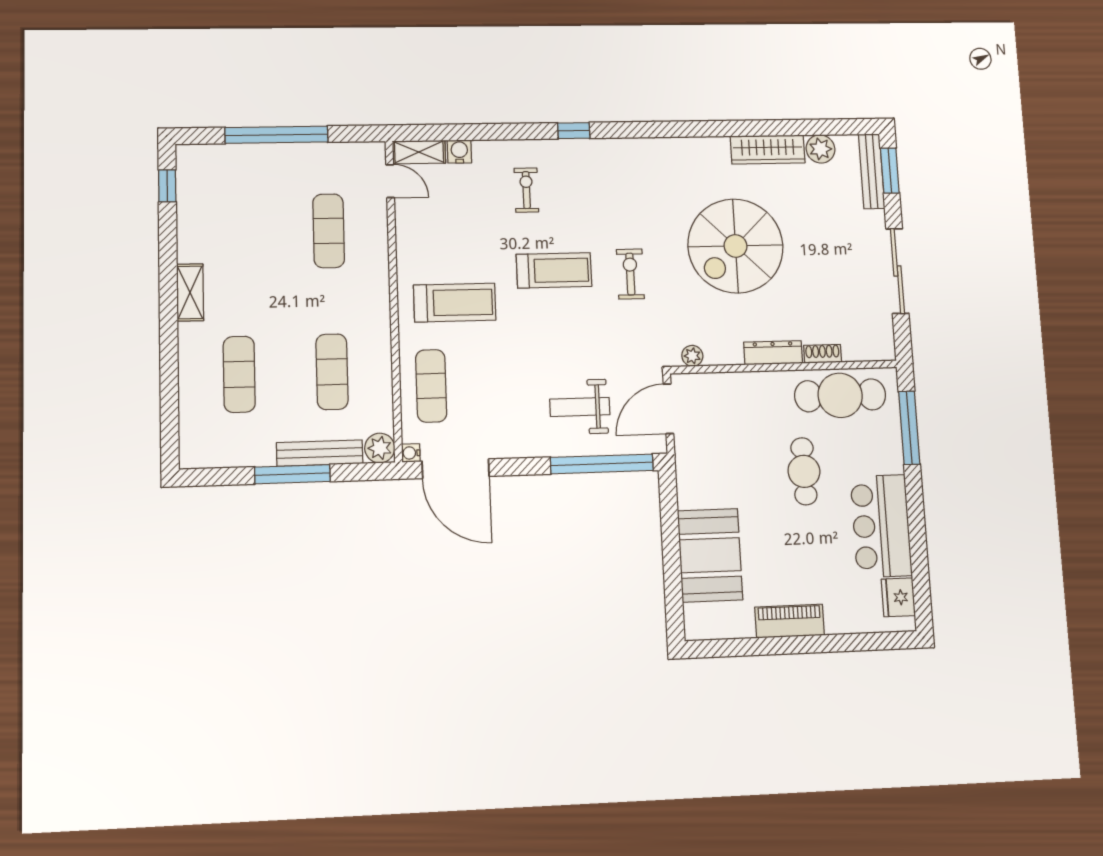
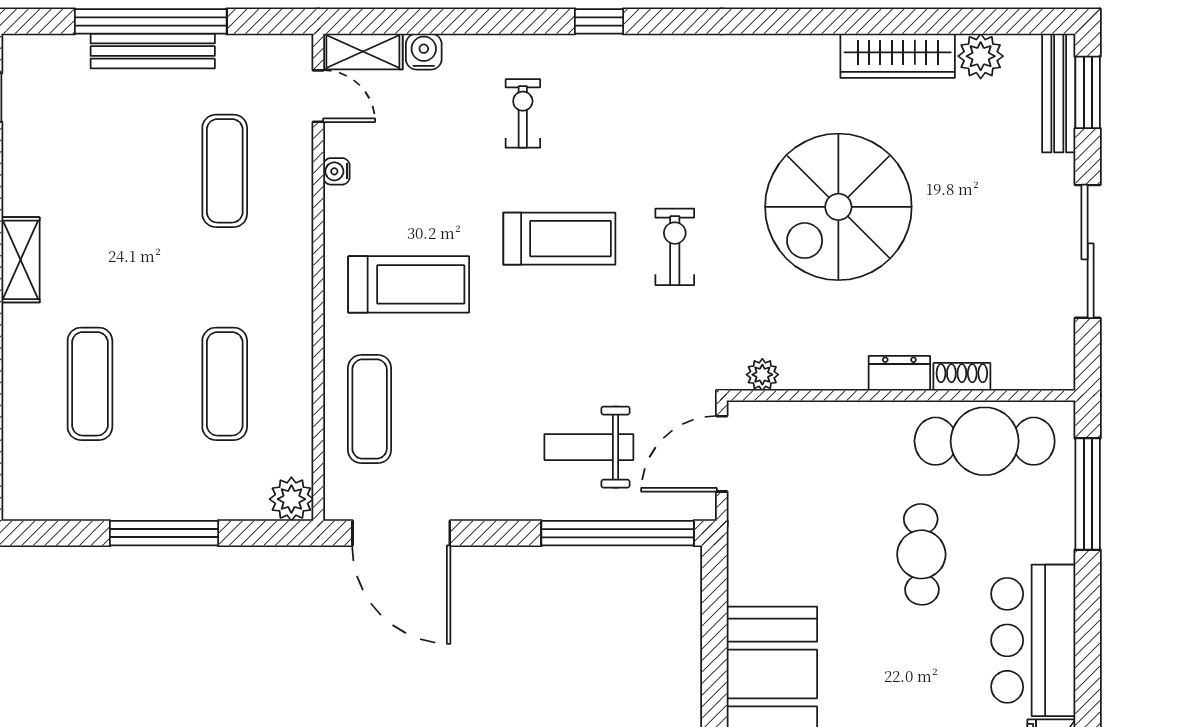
dresser: (773, 353) -> (899, 373), width x0.70
bench: (320, 453) -> (153, 51), moved
water cooler: (411, 453) -> (336, 171), moved

